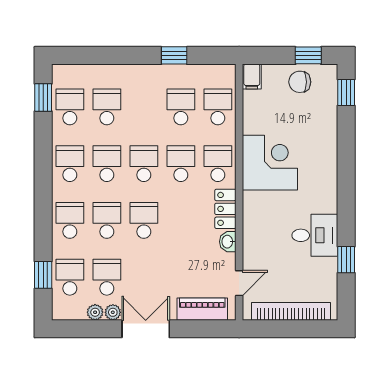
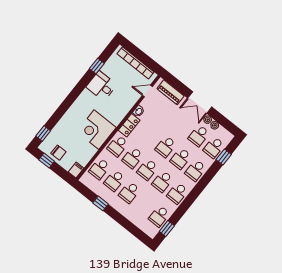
school desk: (107, 107) -> (129, 192), moved

